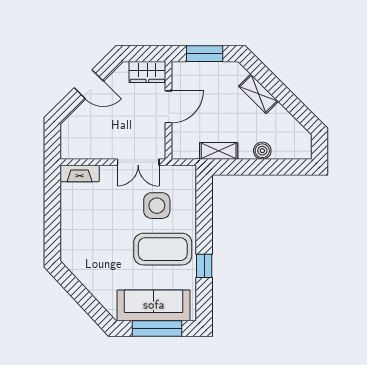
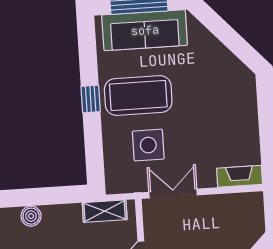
shelving: (219, 151) -> (105, 211), moved
window: (204, 266) -> (91, 99), moved

